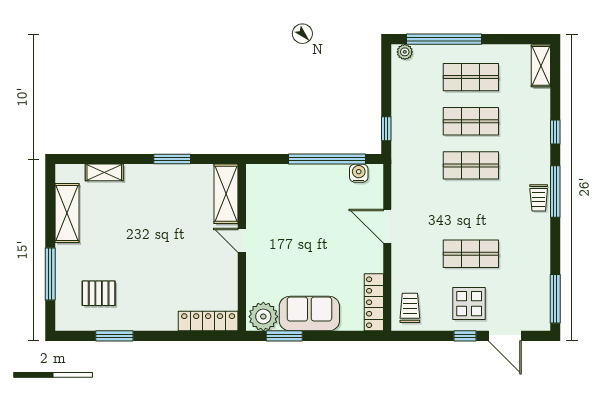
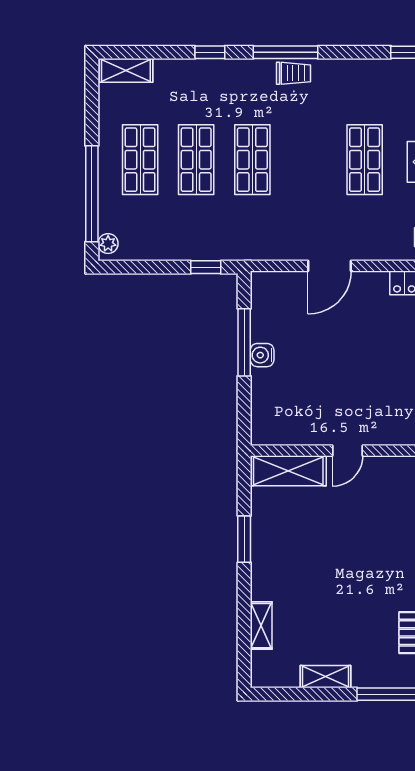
window: (327, 159) -> (244, 342), width x0.68
water cooler: (359, 173) -> (262, 355), moved
shelving: (67, 213) -> (325, 677), width x0.67, depth x0.75

